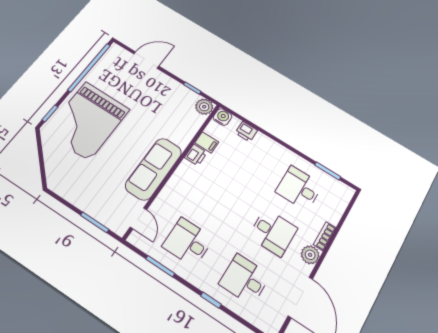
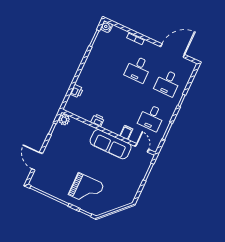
water cooler: (222, 117) -> (107, 27), moved
grand piano: (87, 121) -> (86, 189), width x0.73, depth x0.68
filing cabinet: (207, 142) -> (126, 132), moved
desk: (299, 188) -> (108, 55), removed
door: (138, 218) -> (142, 148), hinge flipped
desk: (273, 232) -> (138, 69), turned 180
plant: (310, 255) -> (148, 46), removed

